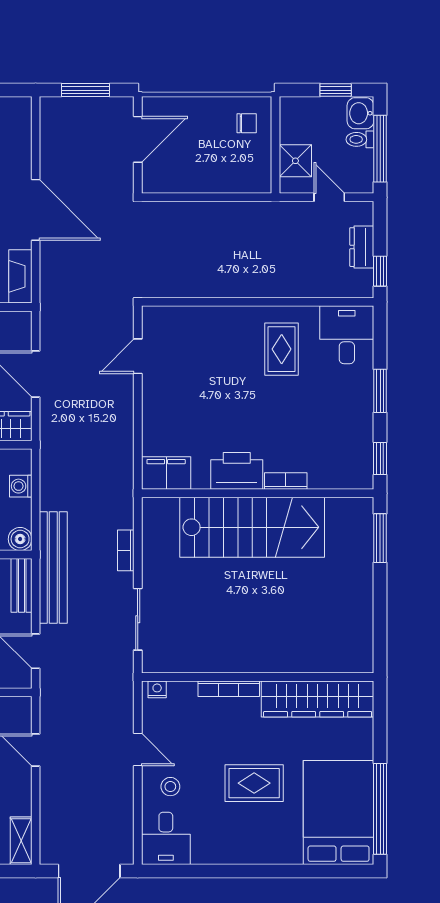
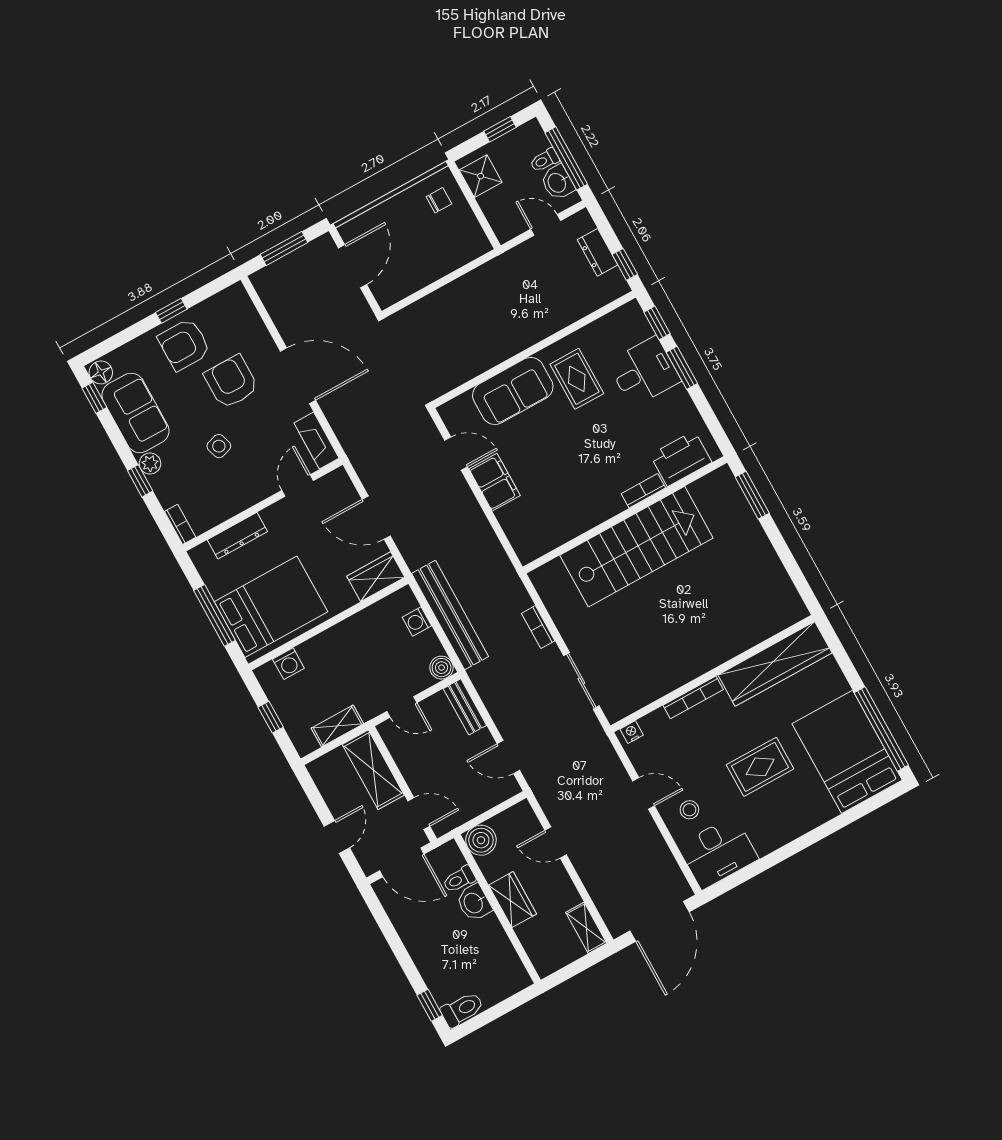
washbasin: (360, 113) -> (557, 183), moved
shower: (295, 161) -> (481, 176), moved
sofa: (219, 329) -> (513, 391), added
desk: (347, 335) -> (644, 372), moved, turned 90
door: (138, 356) -> (456, 454), swing flipped
window: (380, 458) -> (657, 323), moved
printer: (237, 471) -> (681, 459), moved
filing cabinet: (166, 473) -> (495, 482), moved, turned 90
bench: (53, 567) -> (450, 615), moved
desk: (166, 838) -> (718, 852), width x1.37

